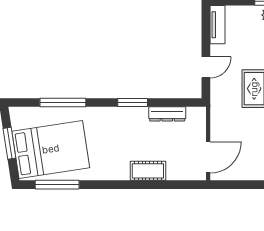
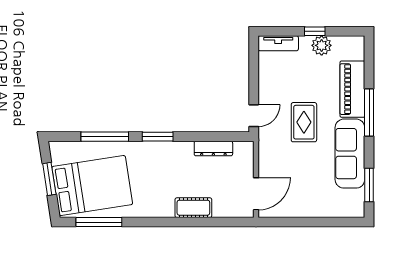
tv unit: (218, 25) -> (278, 43), moved, turned 90
door: (206, 67) -> (254, 116), moved
window: (133, 103) -> (158, 137), moved

